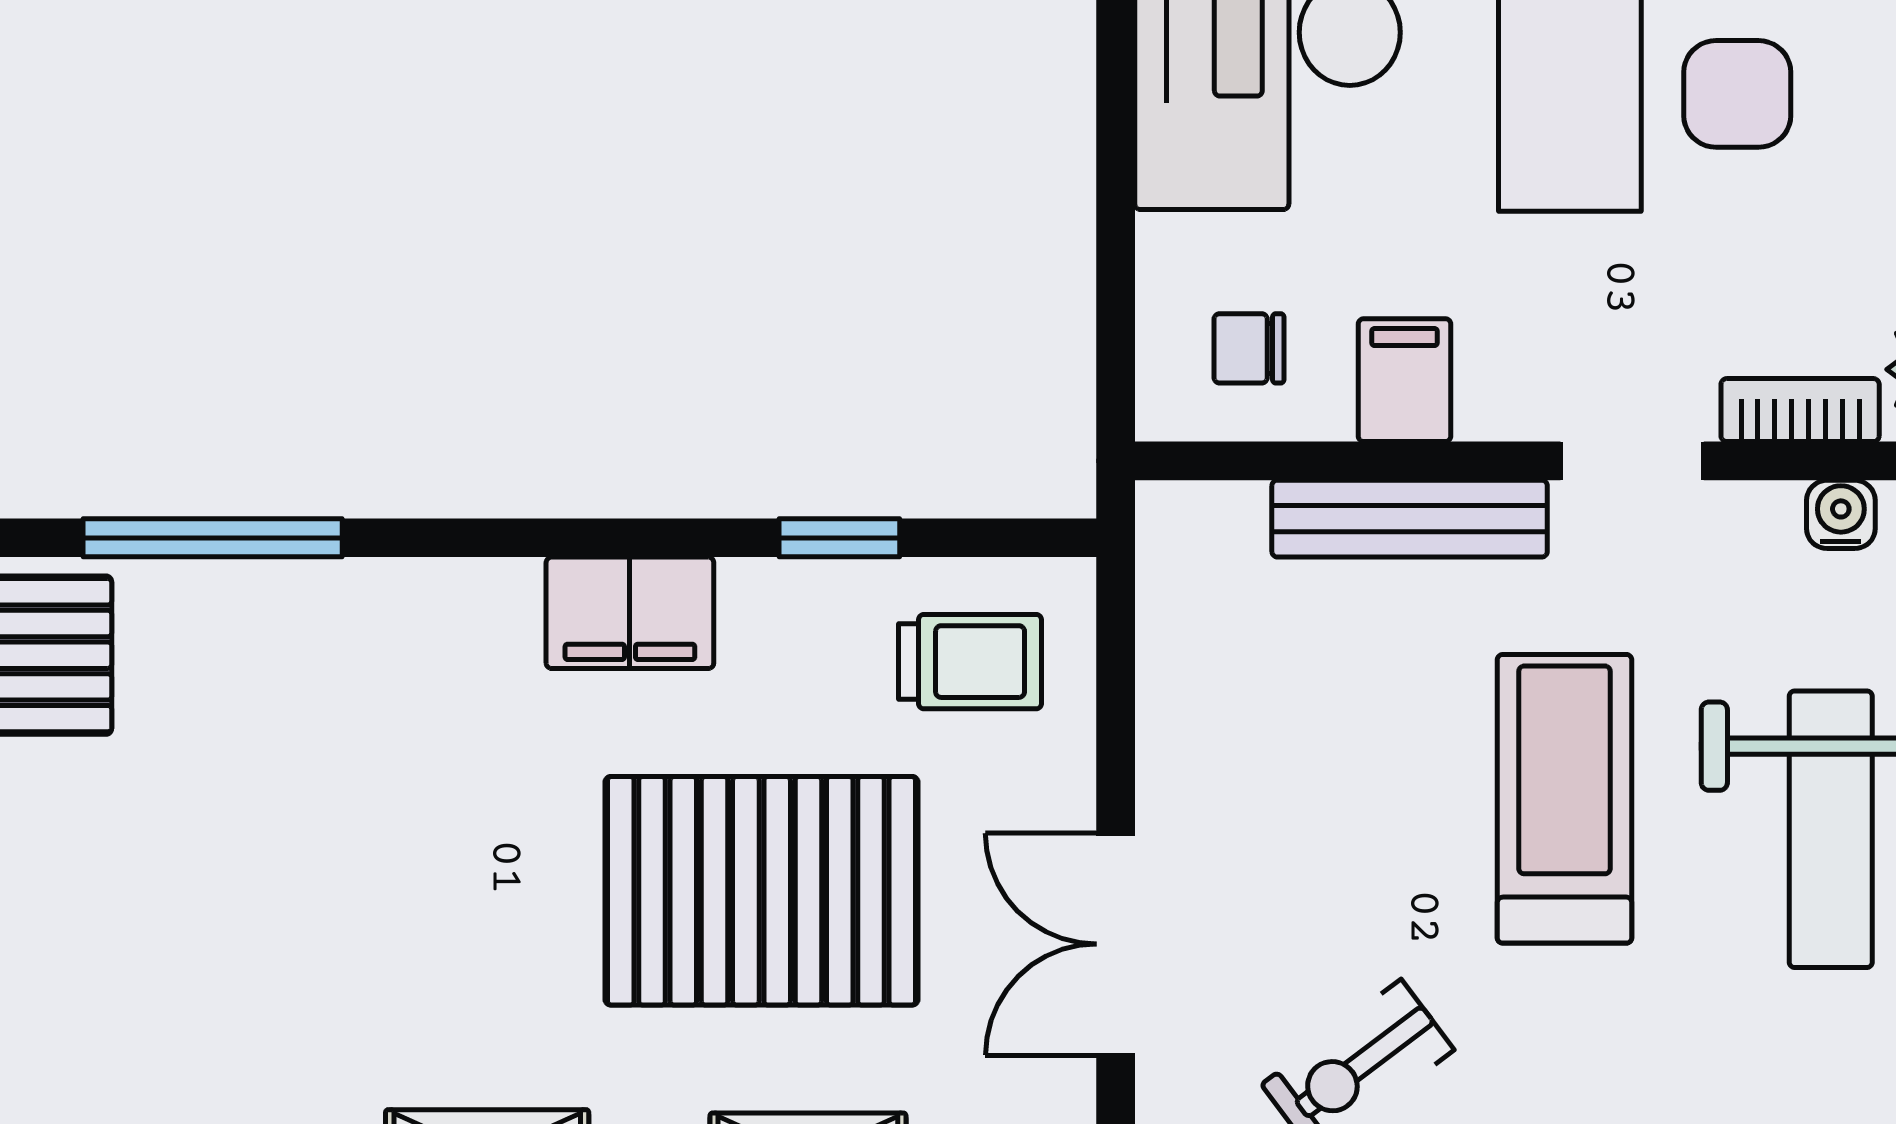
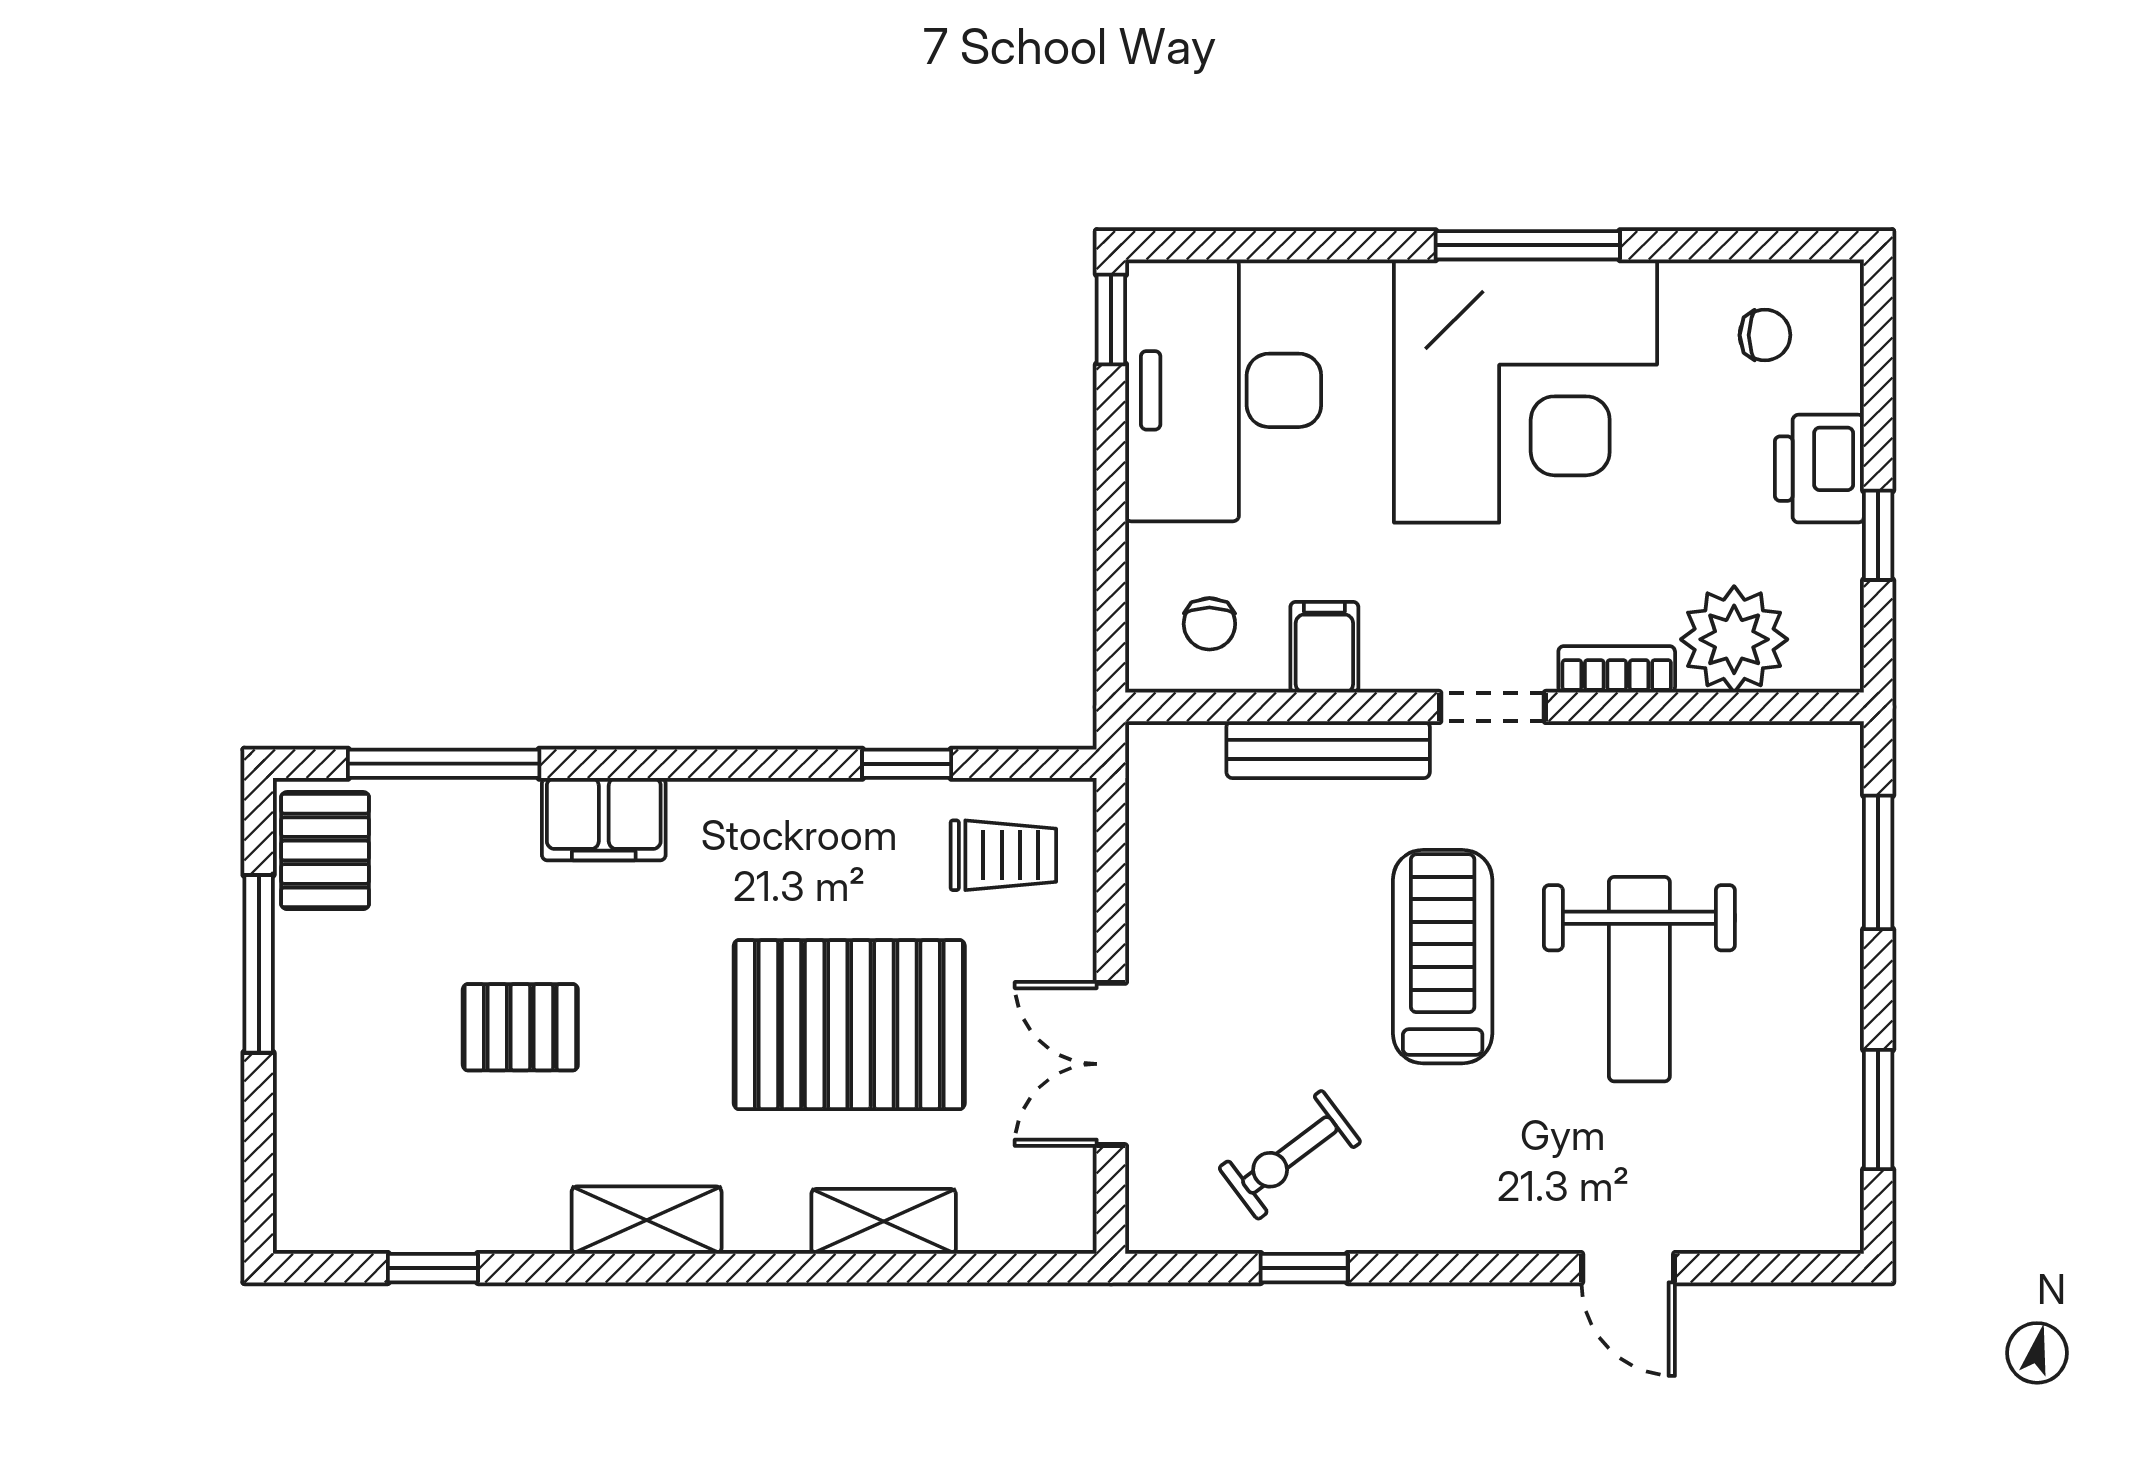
chair: (1249, 348) -> (1209, 624), turned -90
water cooler: (1841, 514) -> (1647, 747), removed
filing cabinet: (630, 613) -> (604, 819), moved
pallet: (316, 894) -> (520, 1027), added

